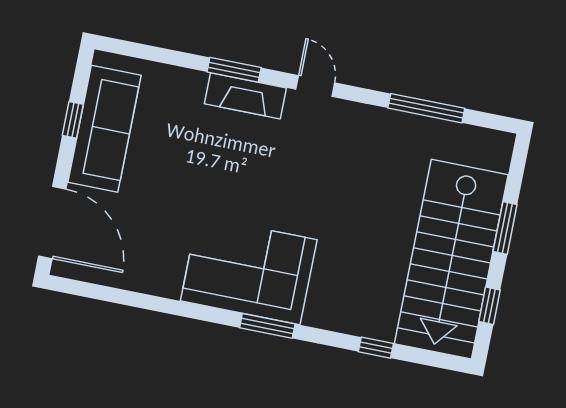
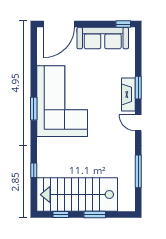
door: (315, 86) -> (138, 123), swing flipped
window: (73, 120) -> (123, 24), moved
corner sofa: (249, 270) -> (62, 101), width x1.36, depth x1.36
window: (267, 326) -> (34, 109), moved

